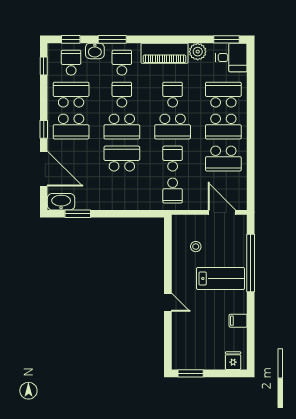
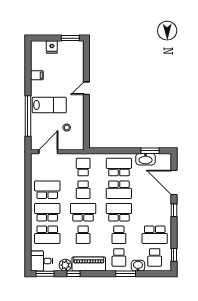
window: (71, 39) -> (74, 274), moved
school desk: (71, 127) -> (119, 167), moved
washbasin: (61, 202) -> (146, 159), moved
door: (222, 212) -> (48, 152), swing flipped
lab bench: (220, 279) -> (49, 105), turned 180
door: (168, 302) -> (86, 88), hinge flipped
fridge: (233, 361) -> (52, 47), moved

